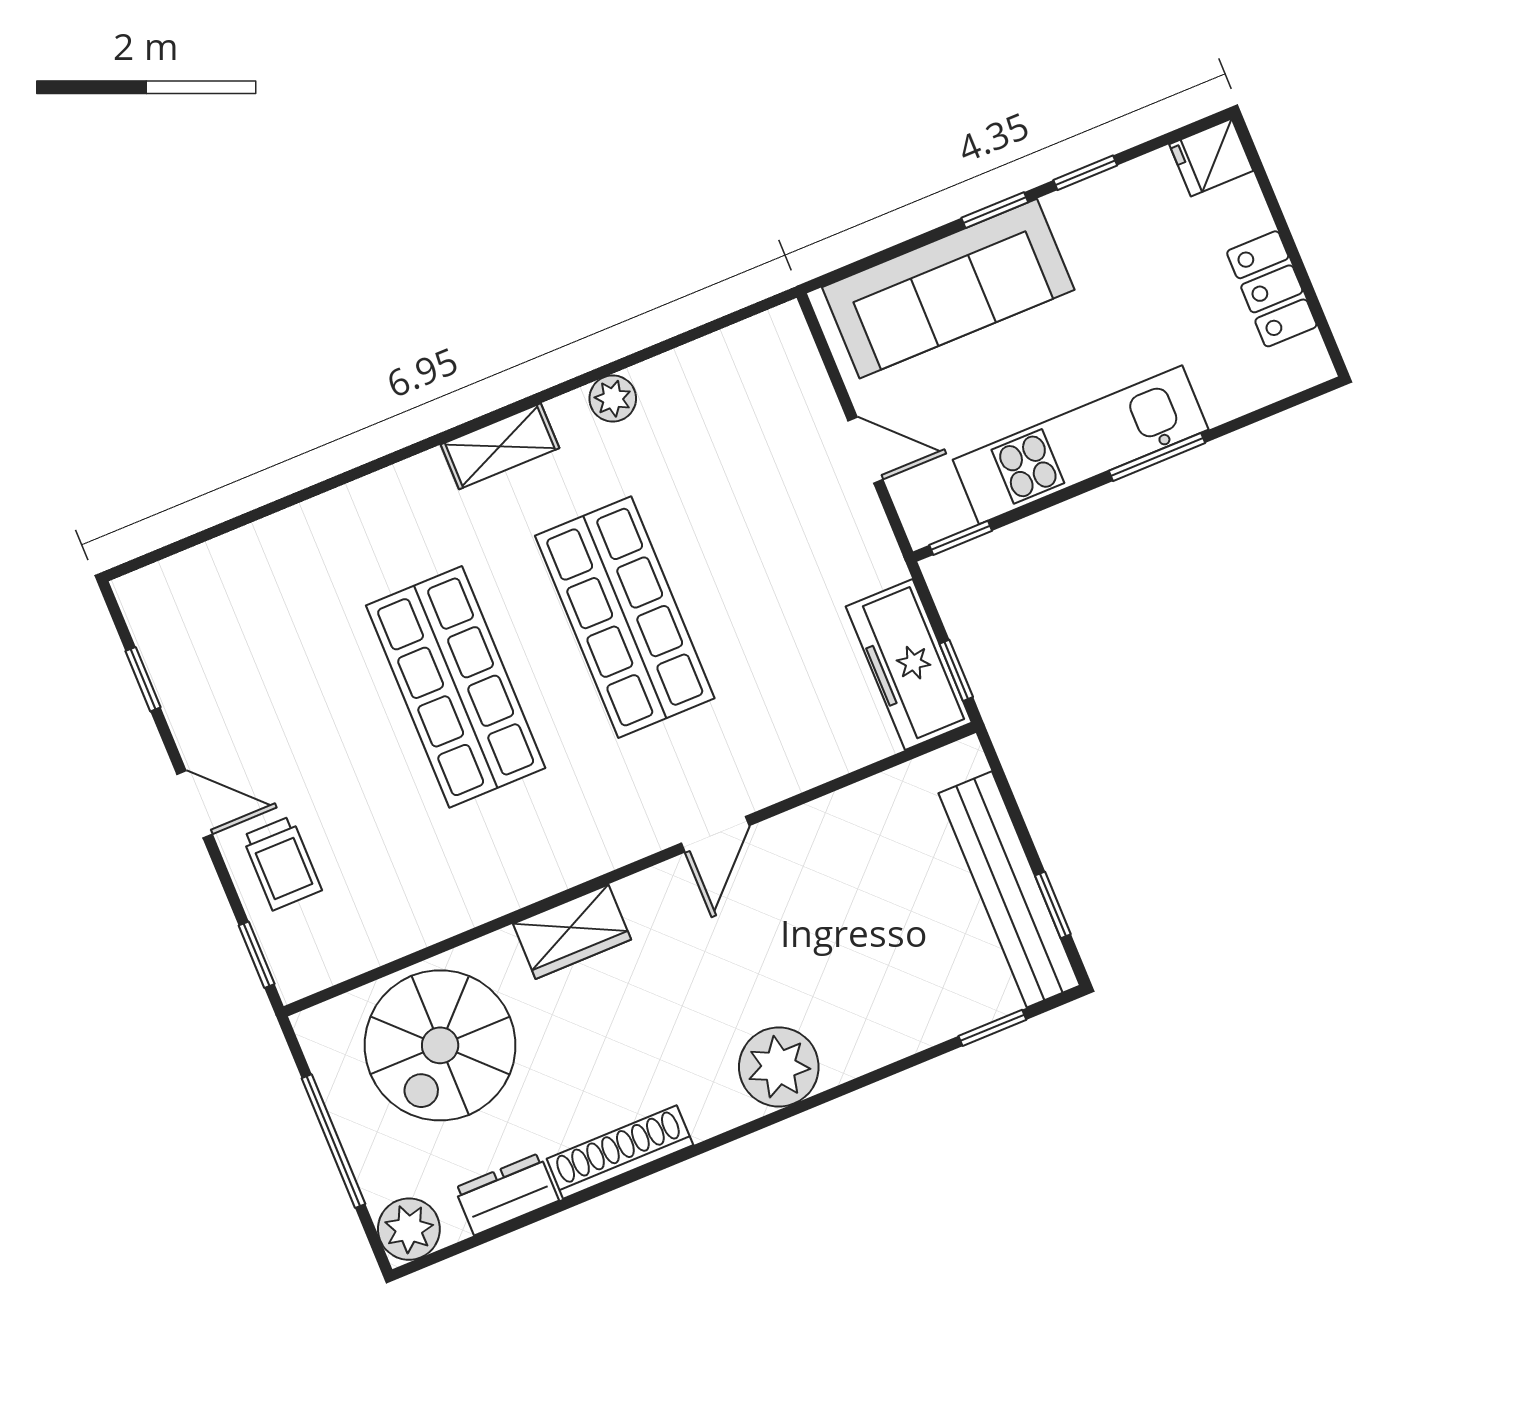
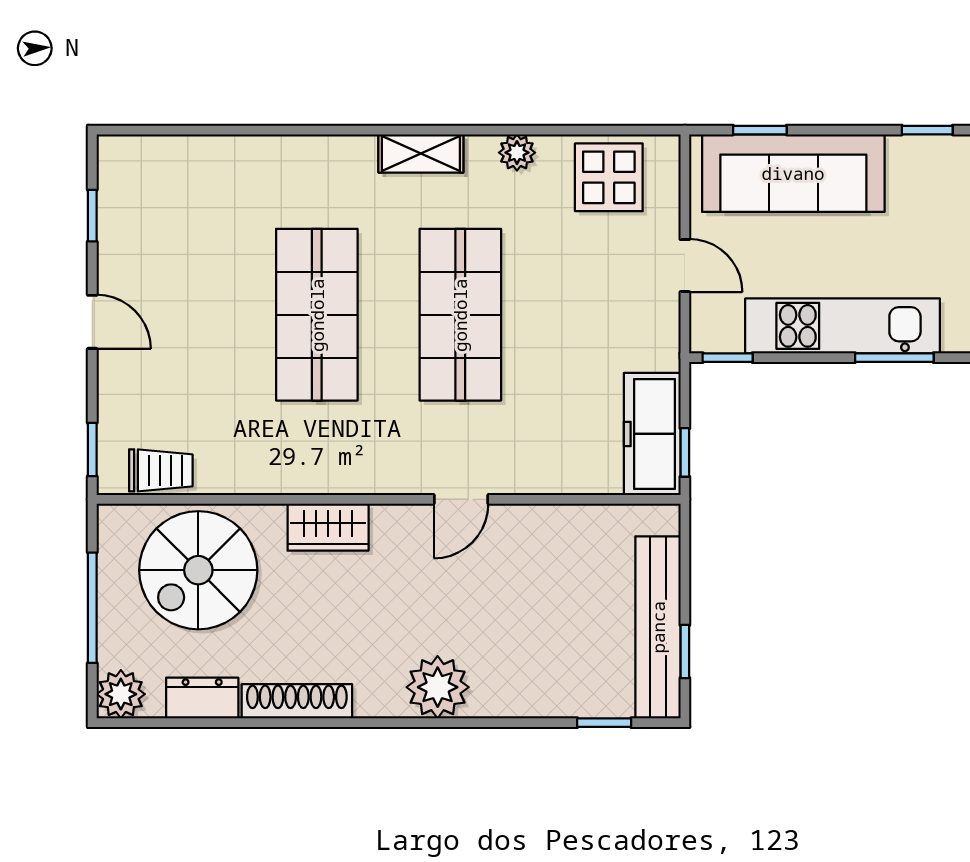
window: (995, 210) -> (760, 130), moved
display table: (733, 383) -> (609, 177), added
trolley: (282, 863) -> (161, 470), moved, turned -90

